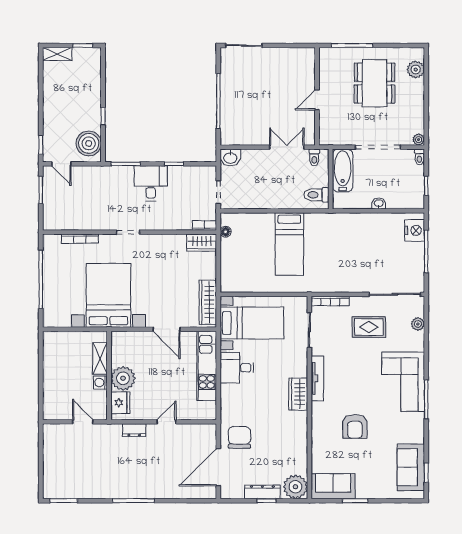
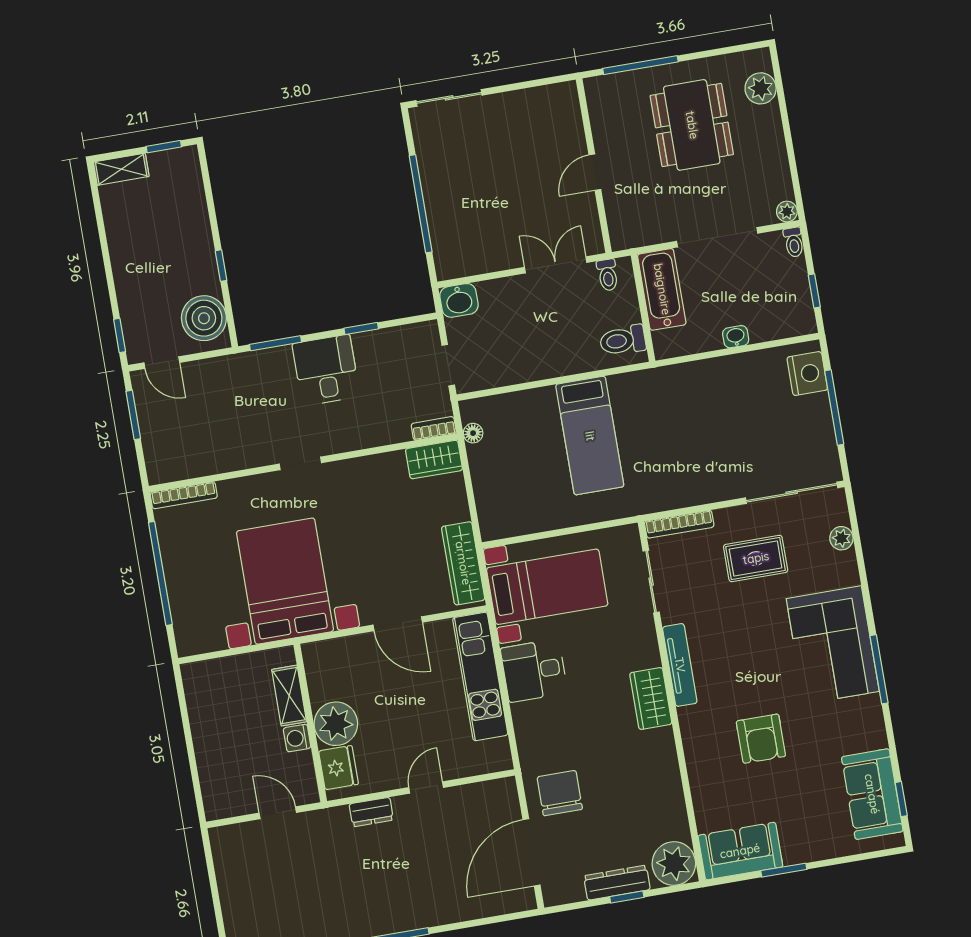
bookcase: (80, 239) -> (184, 495), moved

